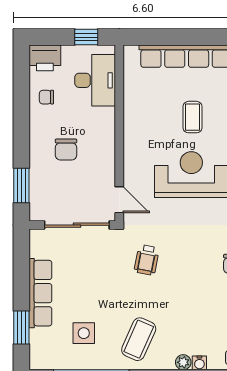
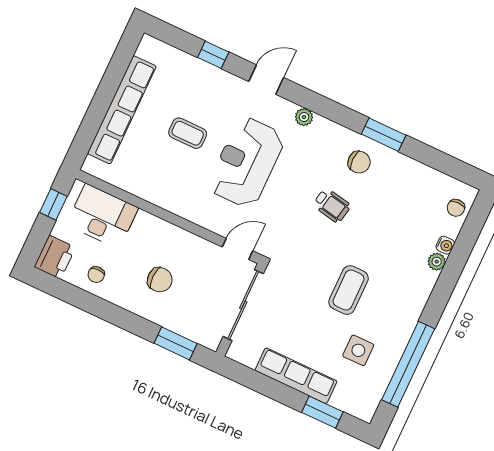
wheelchair: (147, 260) -> (332, 205), moved
coffee table: (139, 339) -> (349, 290), moved, turned 66

